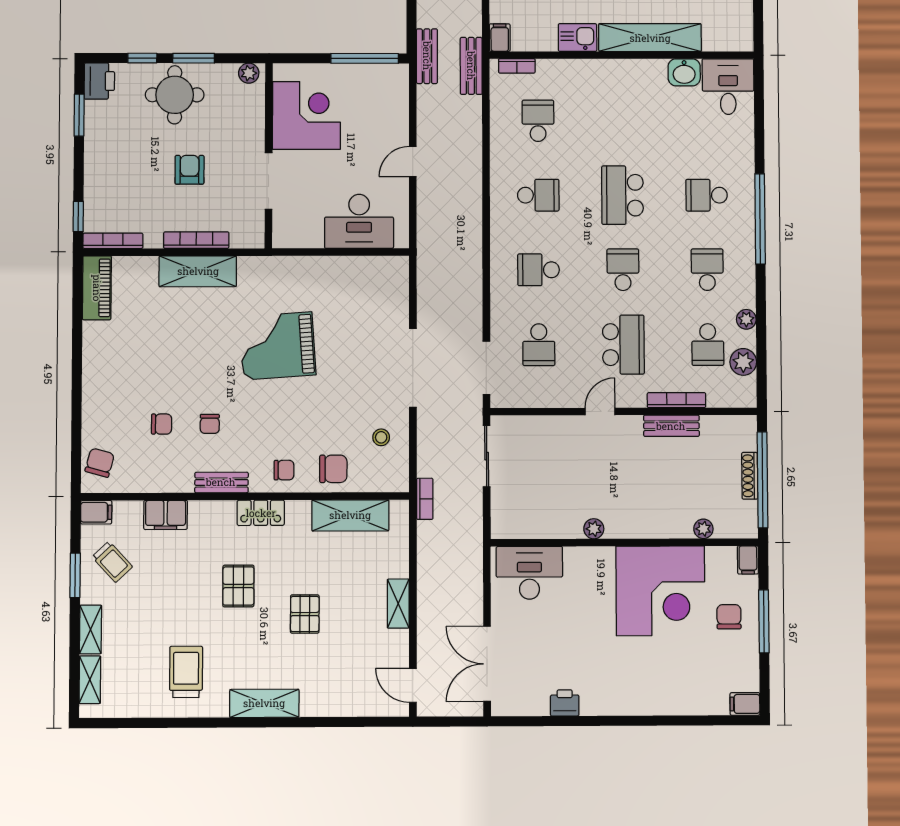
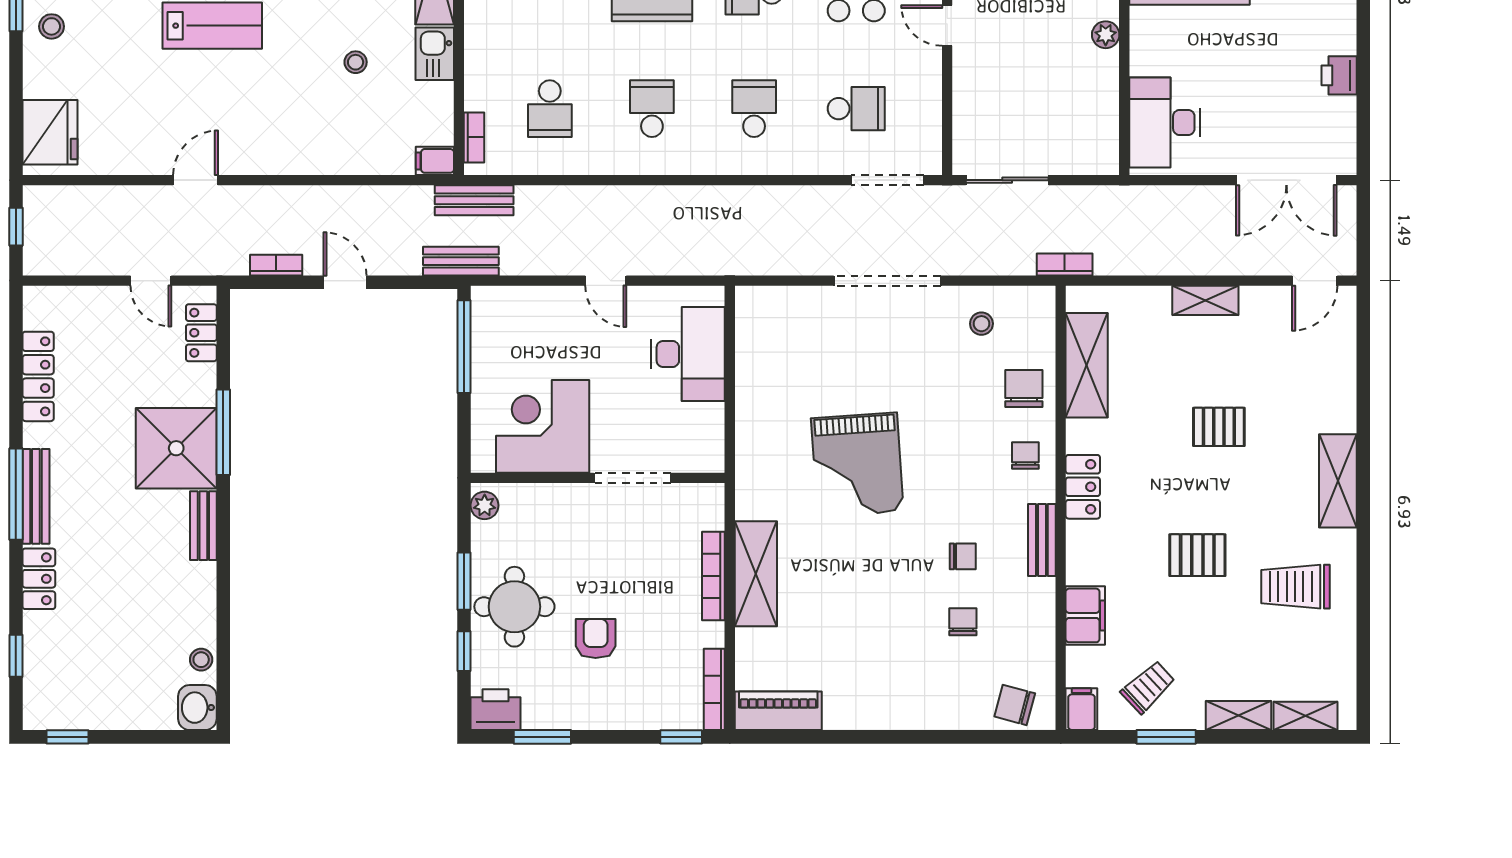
school desk: (538, 121) -> (550, 109), turned -90
armchair: (190, 170) -> (596, 639), moved, turned 90
school desk: (539, 270) -> (754, 109), turned 180
pallet: (238, 586) -> (1197, 555), moved

